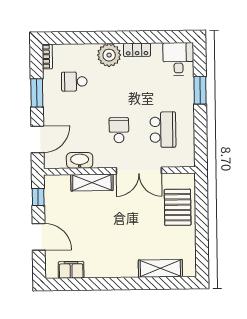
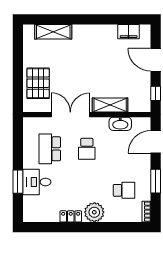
desk: (178, 59) -> (37, 182), moved, turned 90

